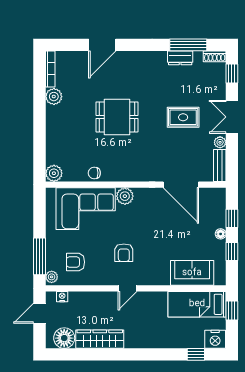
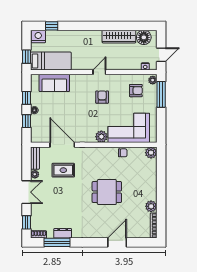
rug: (183, 117) -> (63, 170), moved

